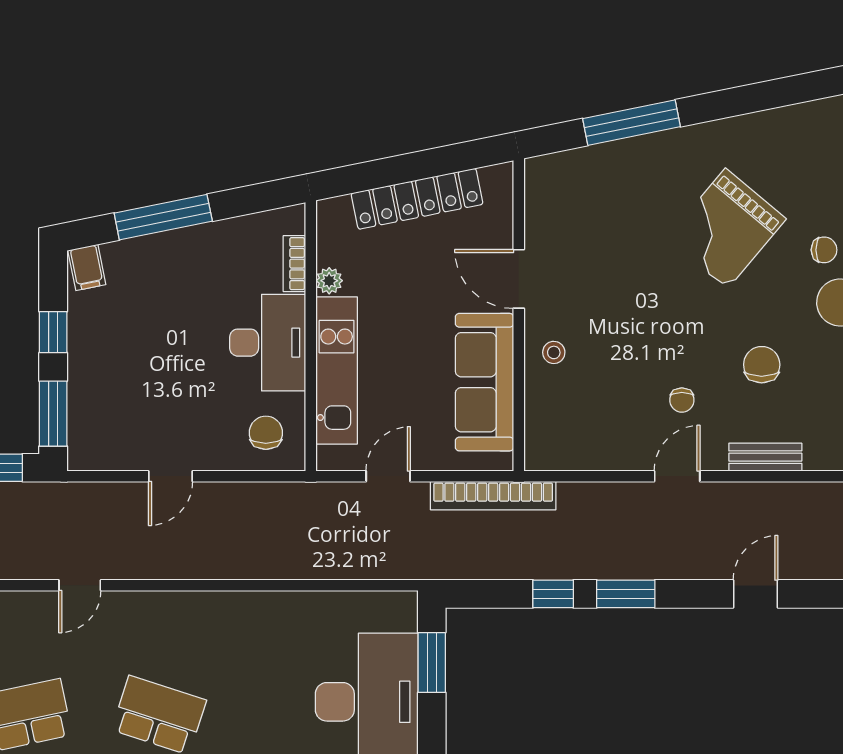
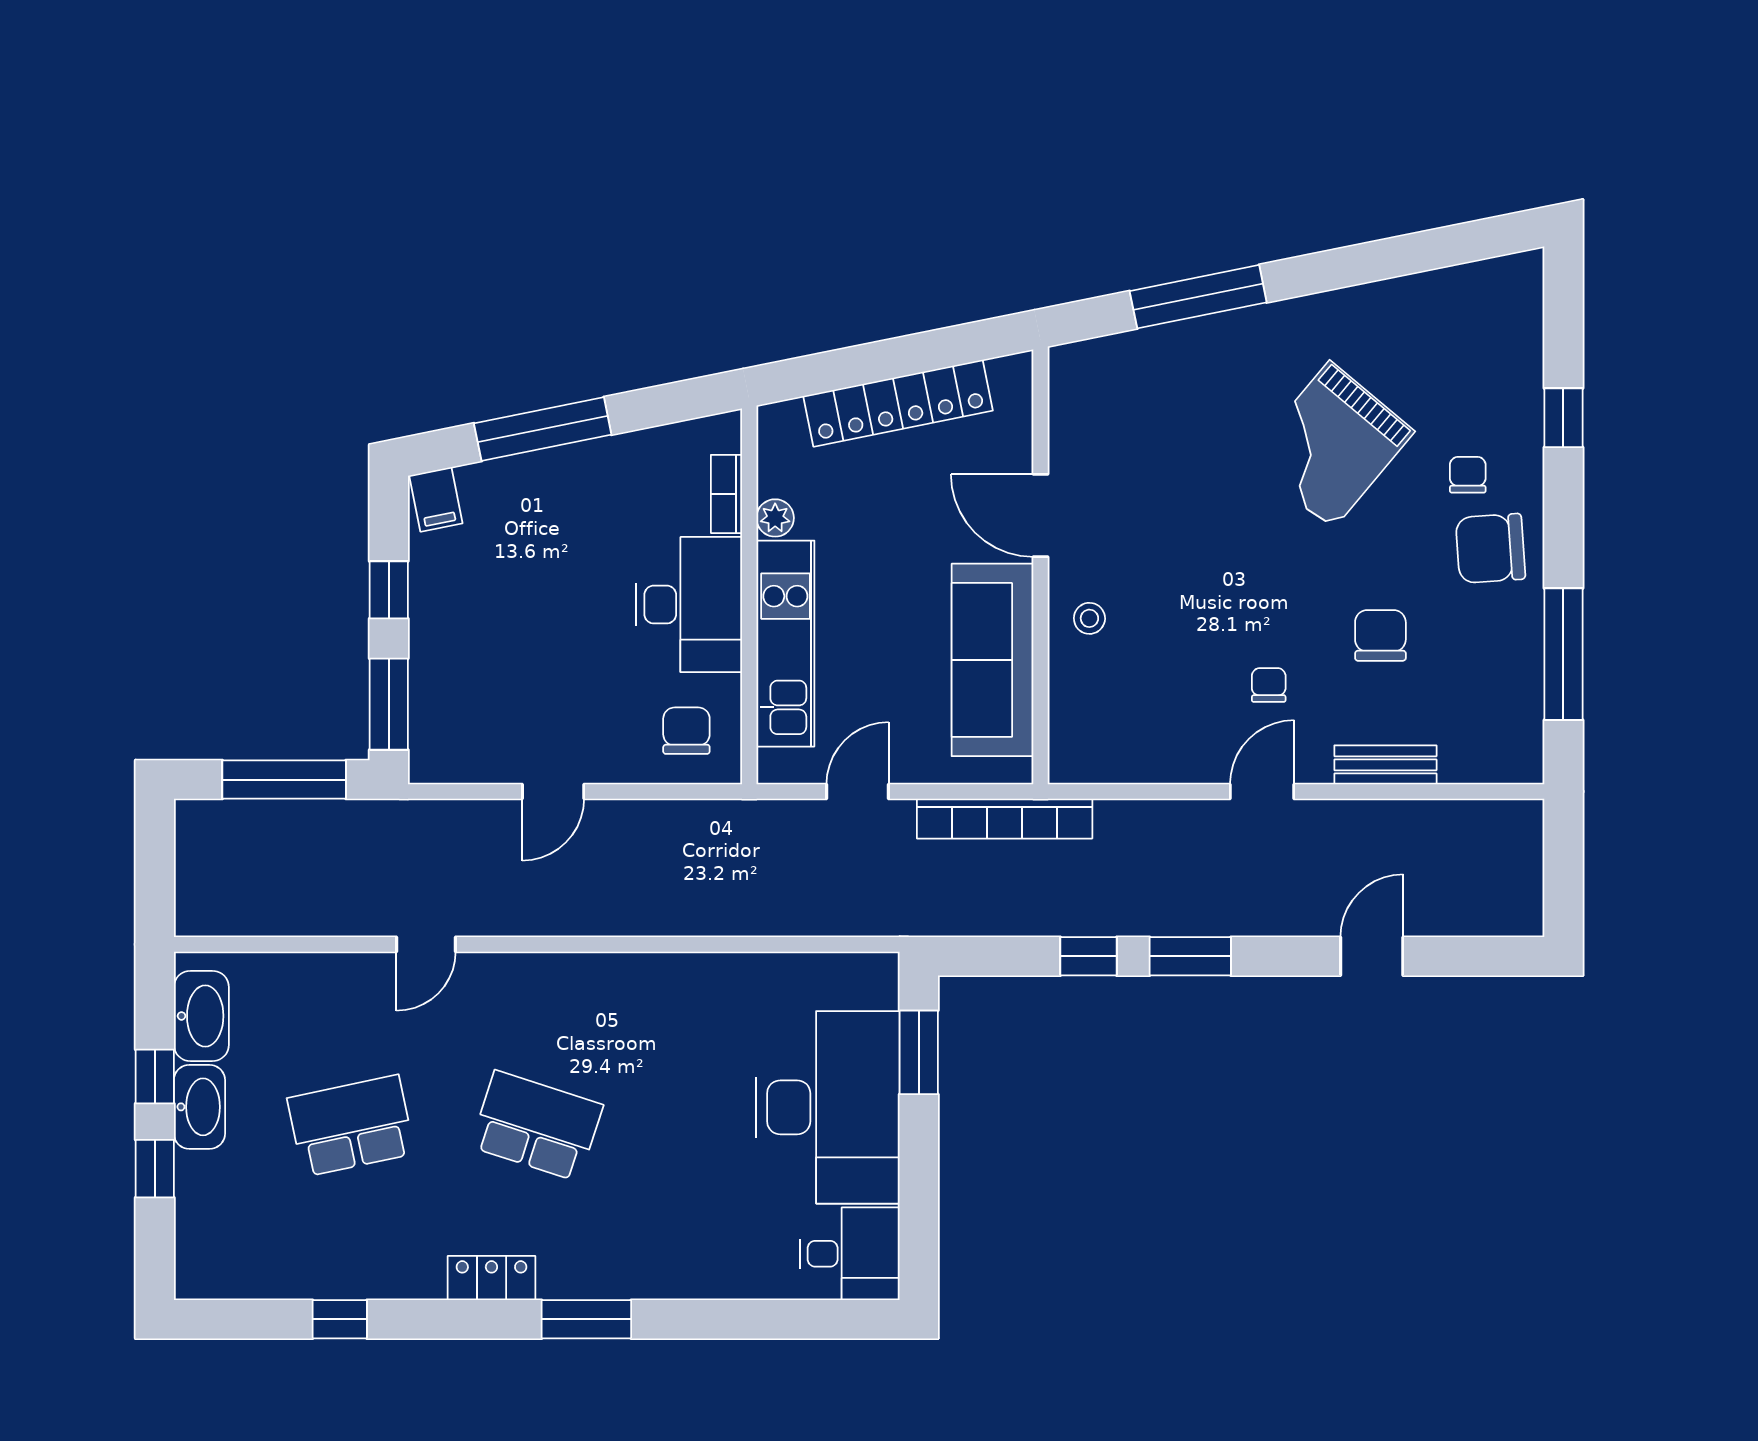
chair: (824, 250) -> (1468, 475), turned -90
chair: (682, 400) -> (1269, 685), turned 180

